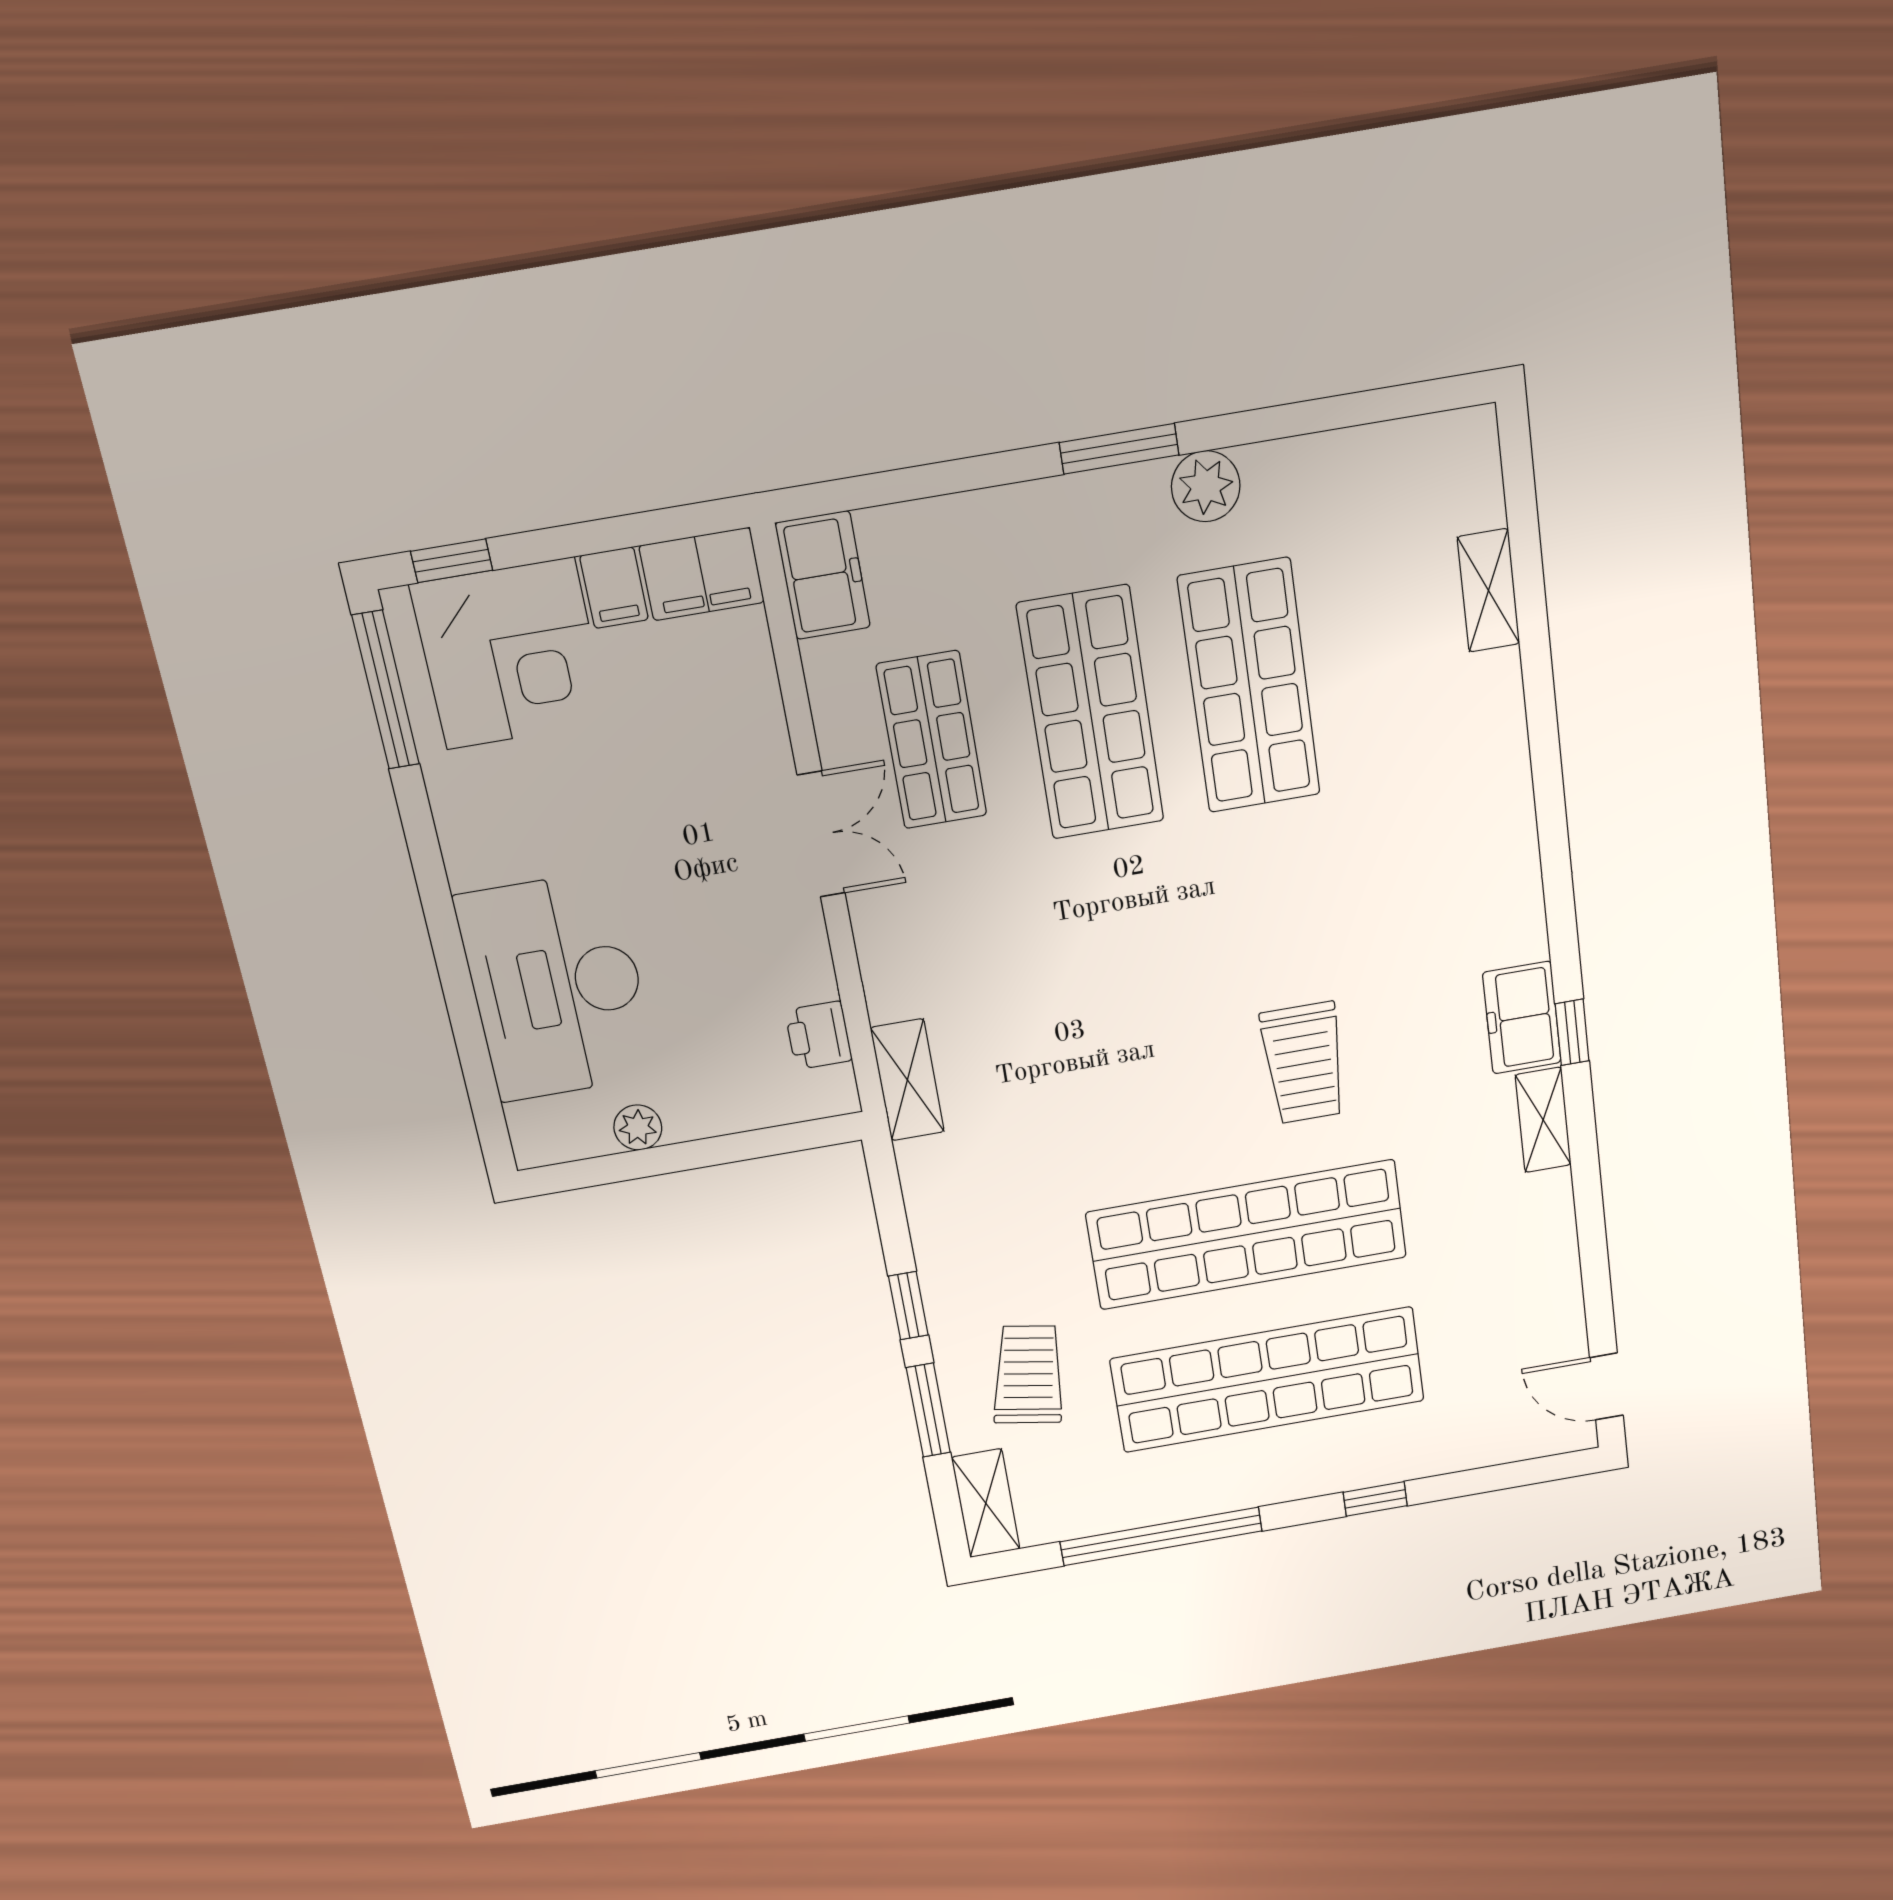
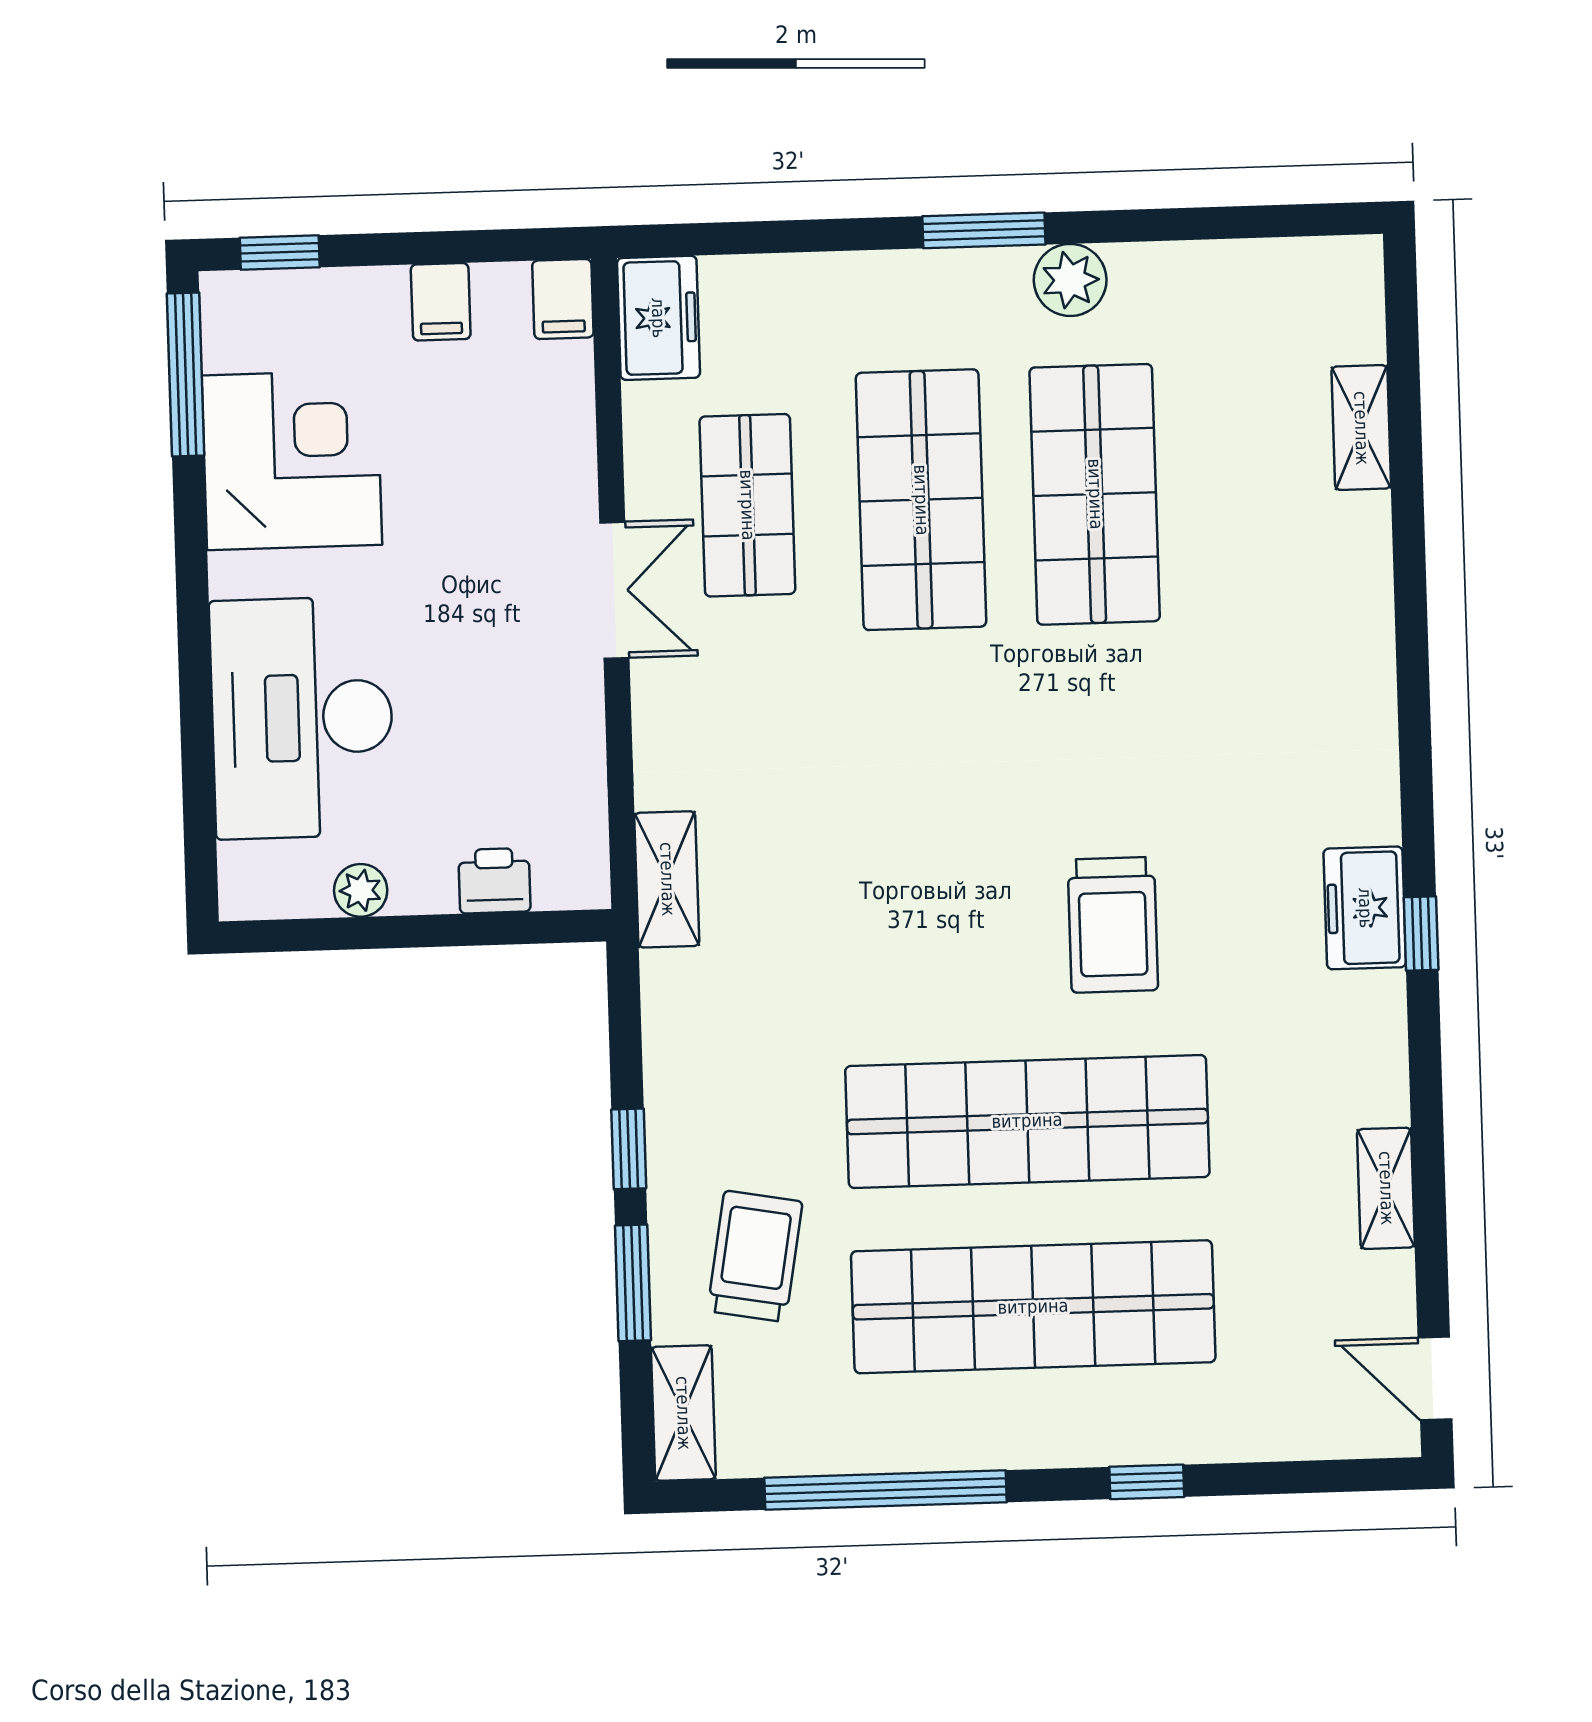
filing cabinet: (702, 574) -> (563, 299), width x0.50
corner desk: (510, 654) -> (292, 460), moved, turned -90
printer: (819, 1035) -> (494, 881), moved, turned 90
shelving: (1543, 1120) -> (1386, 1188), moved

